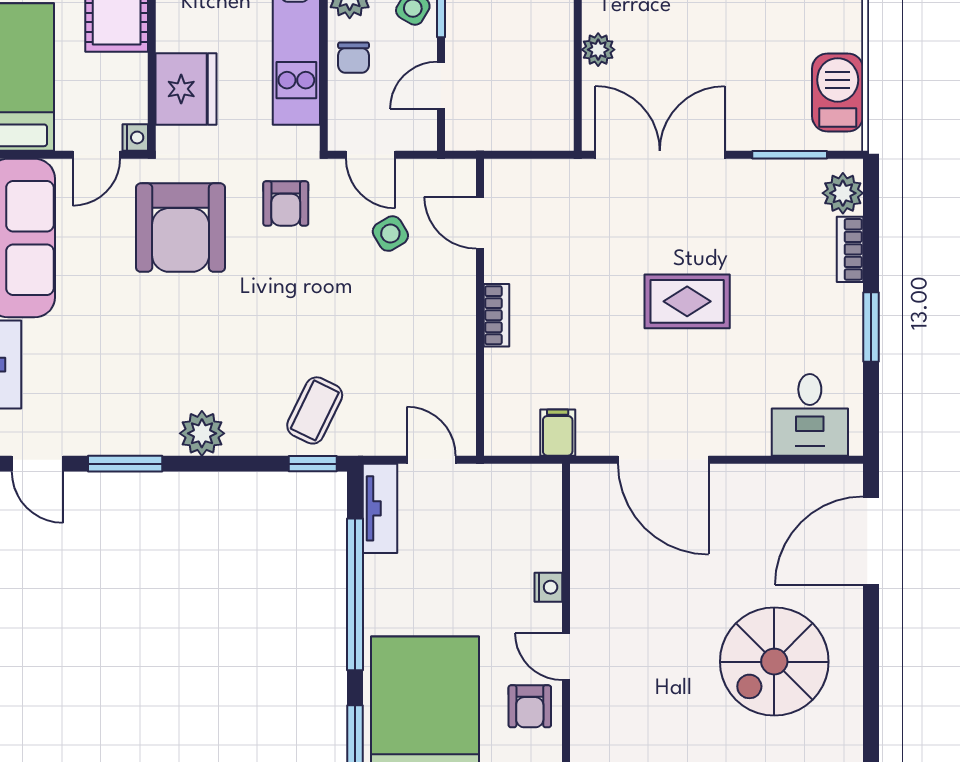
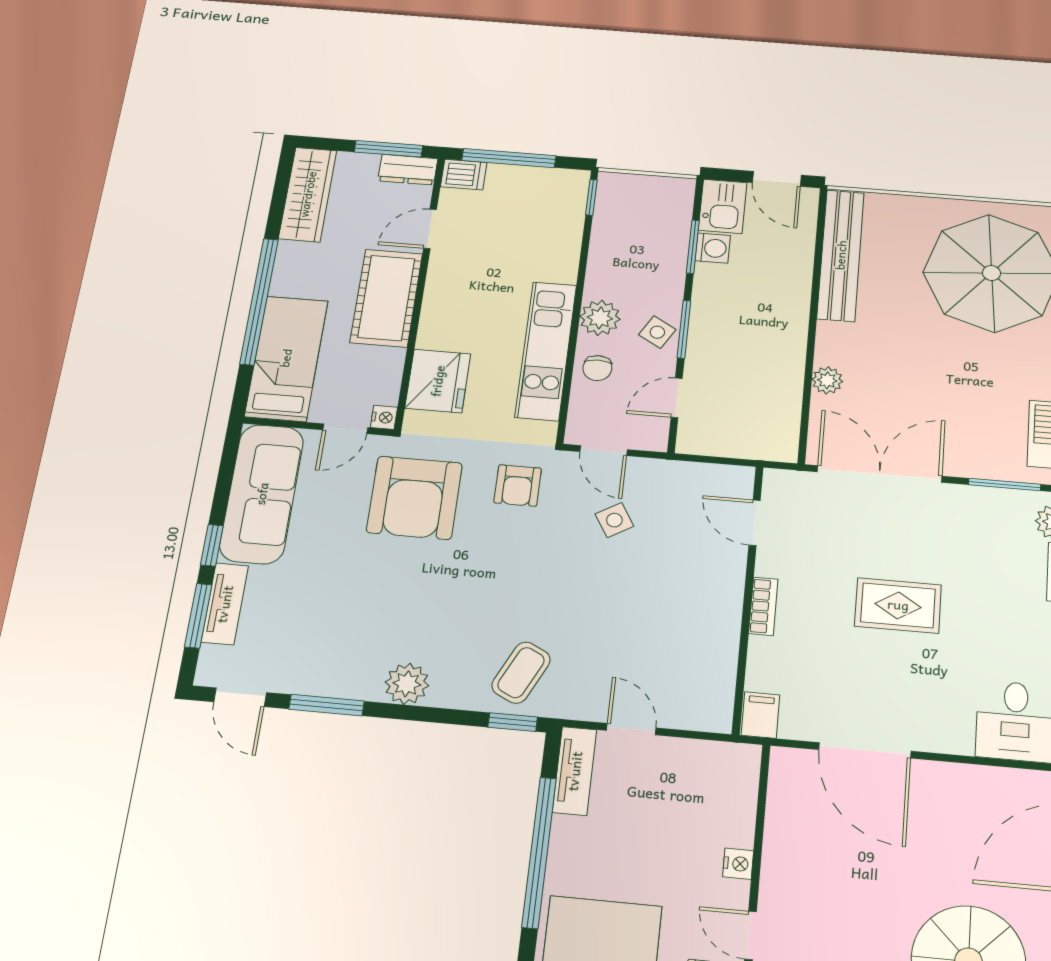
door: (480, 223) -> (755, 523), moved
wall: (480, 307) -> (748, 598), moved
bookcase: (496, 315) -> (763, 606), moved

